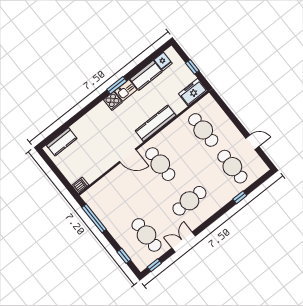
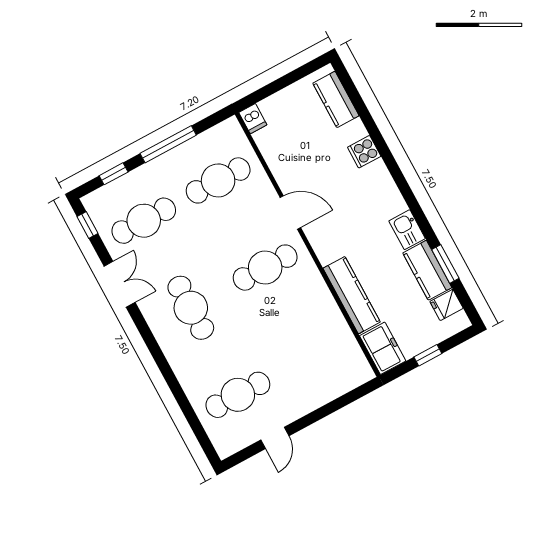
window: (117, 85) -> (445, 264), moved
cooker: (113, 101) -> (364, 152), moved
kitchen counter: (156, 123) -> (352, 295), moved
cafe table: (203, 130) -> (218, 180), moved
door: (128, 156) -> (290, 212), swing flipped
window: (240, 197) -> (181, 398), removed
window: (94, 218) -> (168, 144), moved

